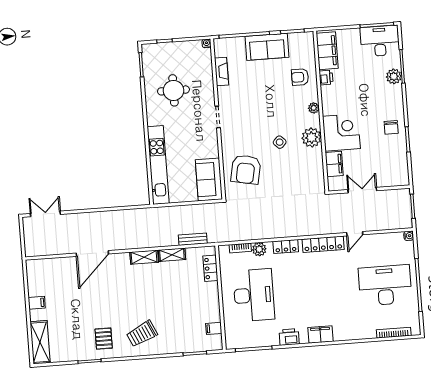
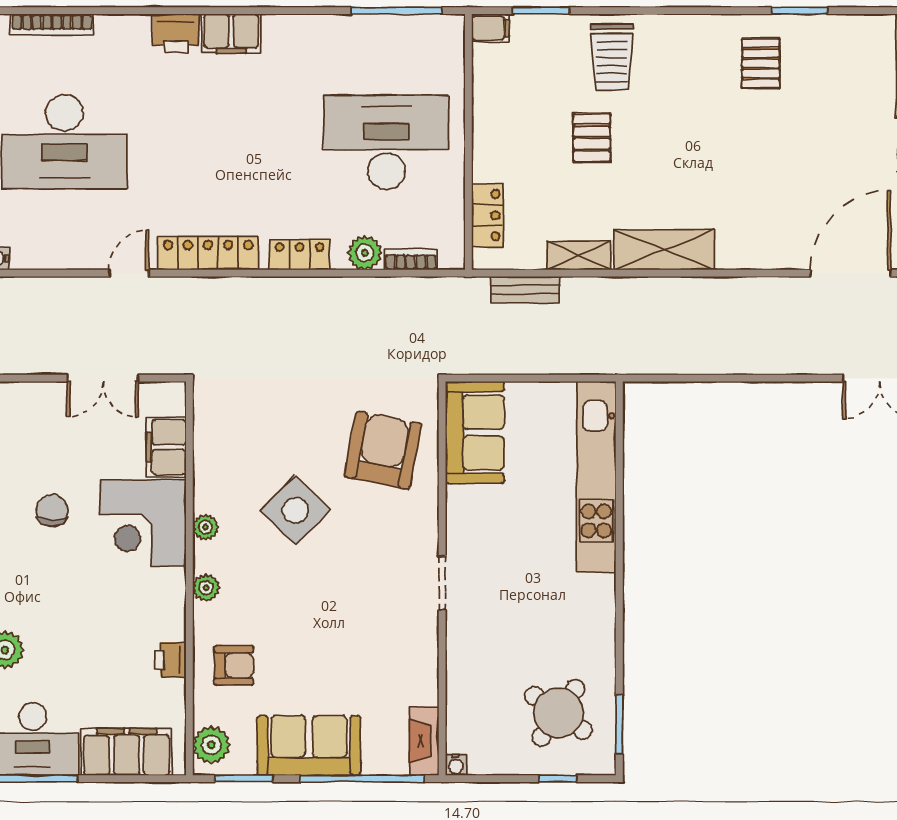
plant: (307, 44) -> (211, 745), added
filing cabinet: (327, 51) -> (127, 752), moved, turned 90
fireplace: (222, 72) -> (424, 741), moved
round table: (173, 90) -> (558, 713), moved, turned 35
chair: (391, 127) -> (52, 510), moved
plant: (312, 138) -> (206, 527), width x0.53, depth x0.53
side table: (280, 142) -> (295, 510), width x1.87, depth x1.87
door: (92, 253) -> (851, 273), moved
shelving: (144, 257) -> (664, 250), width x1.50, depth x1.33
desk: (254, 295) -> (386, 142), turned 90
pallet: (170, 303) -> (592, 138), added
filing cabinet: (214, 328) -> (490, 28), moved
trolley: (142, 334) -> (612, 57), moved, turned 115
printer: (289, 337) -> (176, 33), moved

